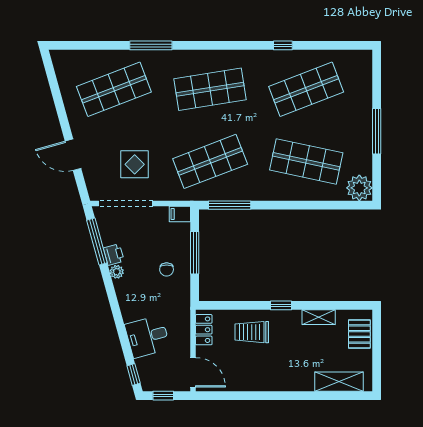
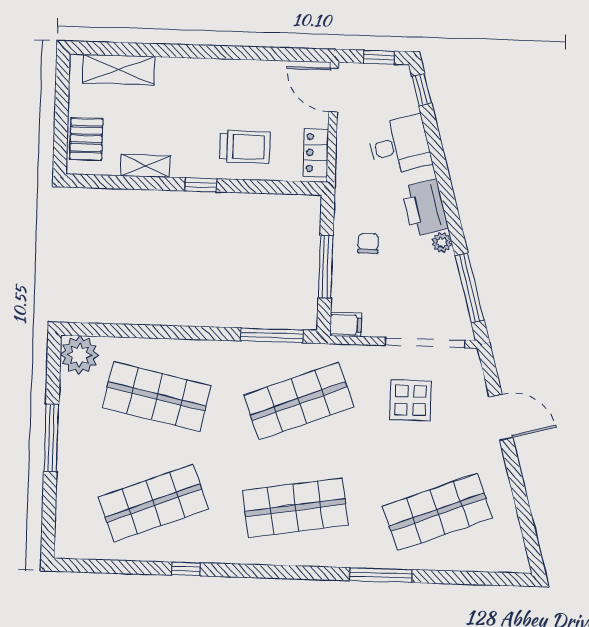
printer: (114, 255) -> (425, 208), moved, width x1.87, depth x1.48

